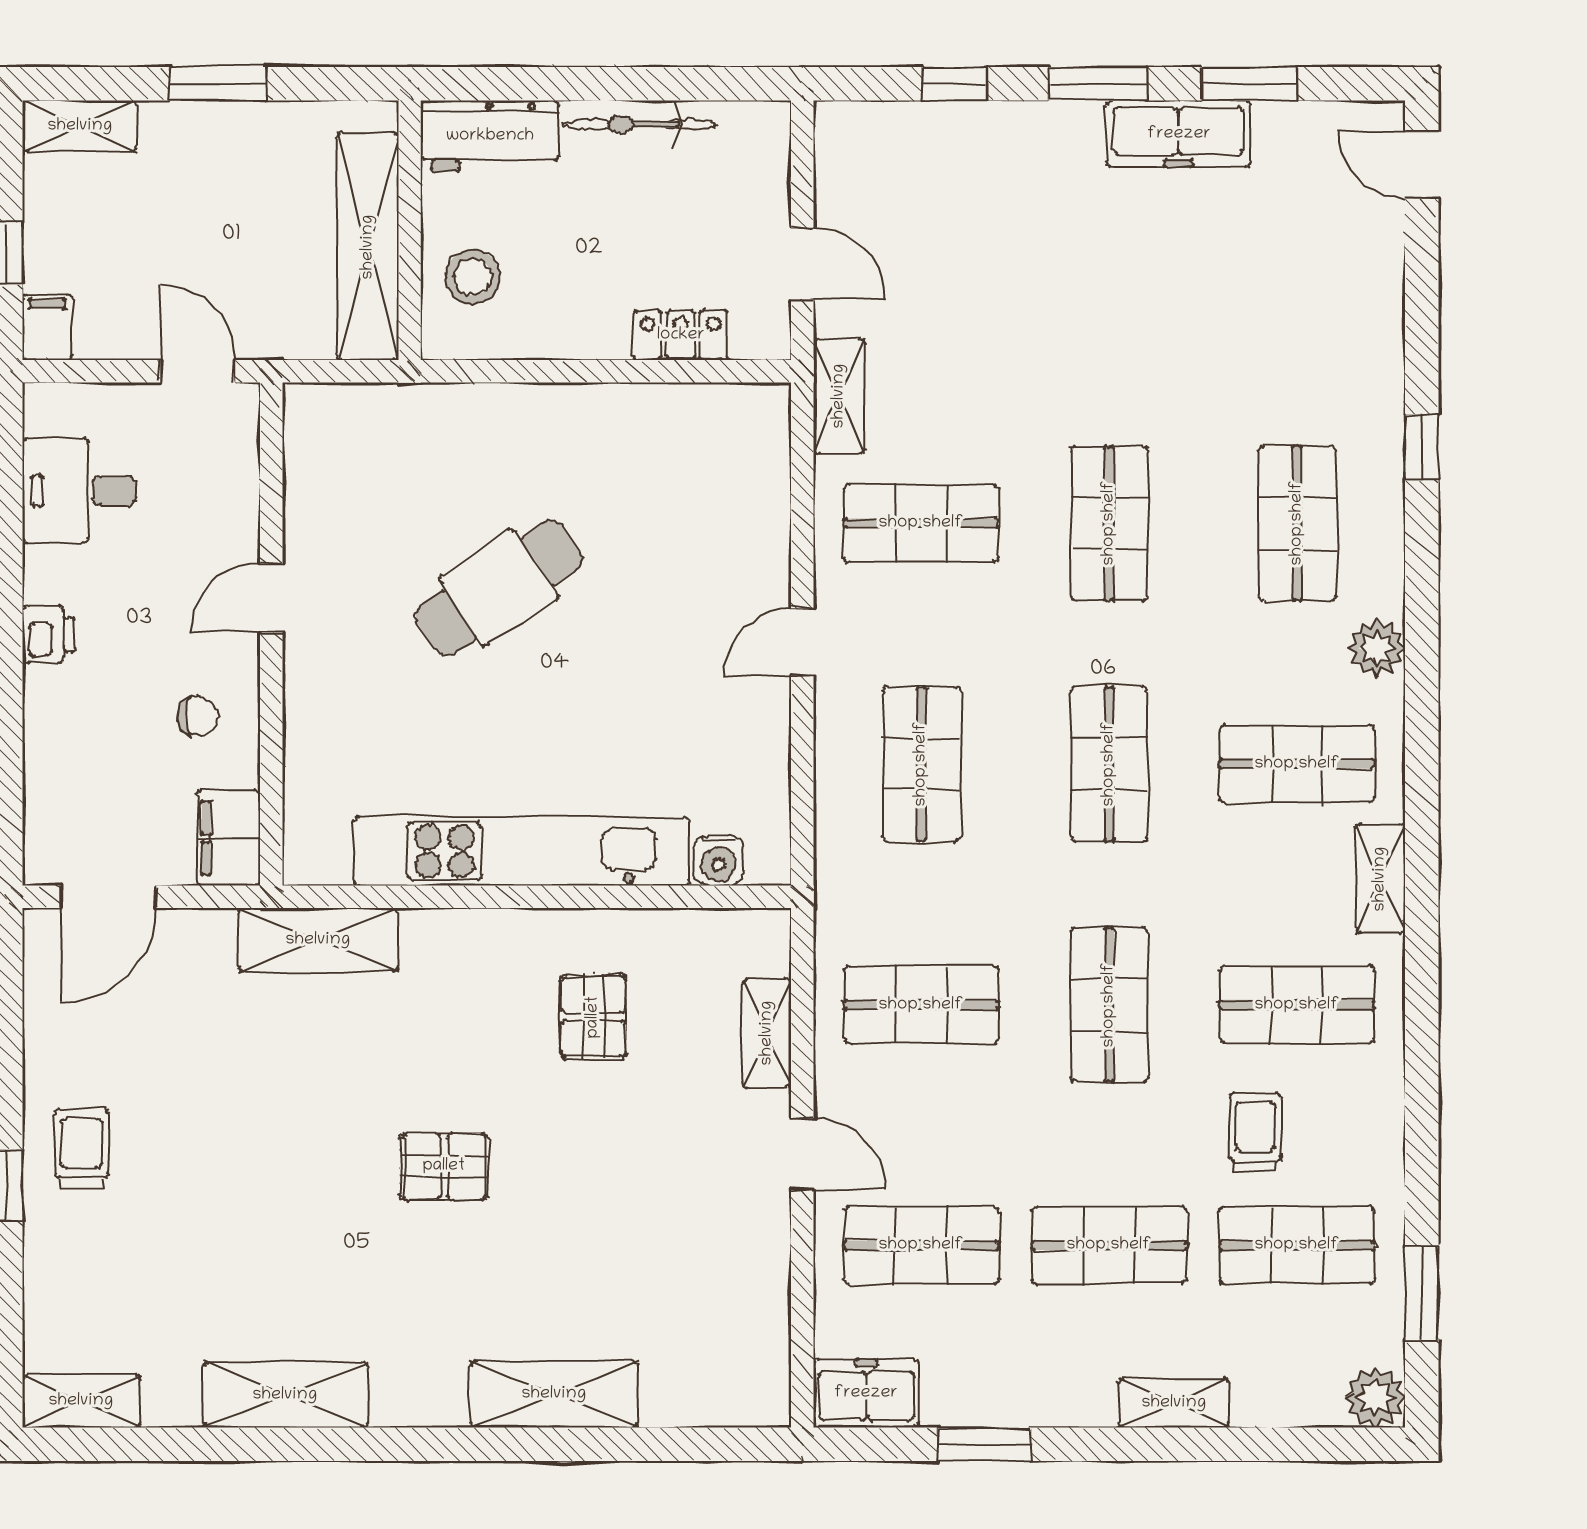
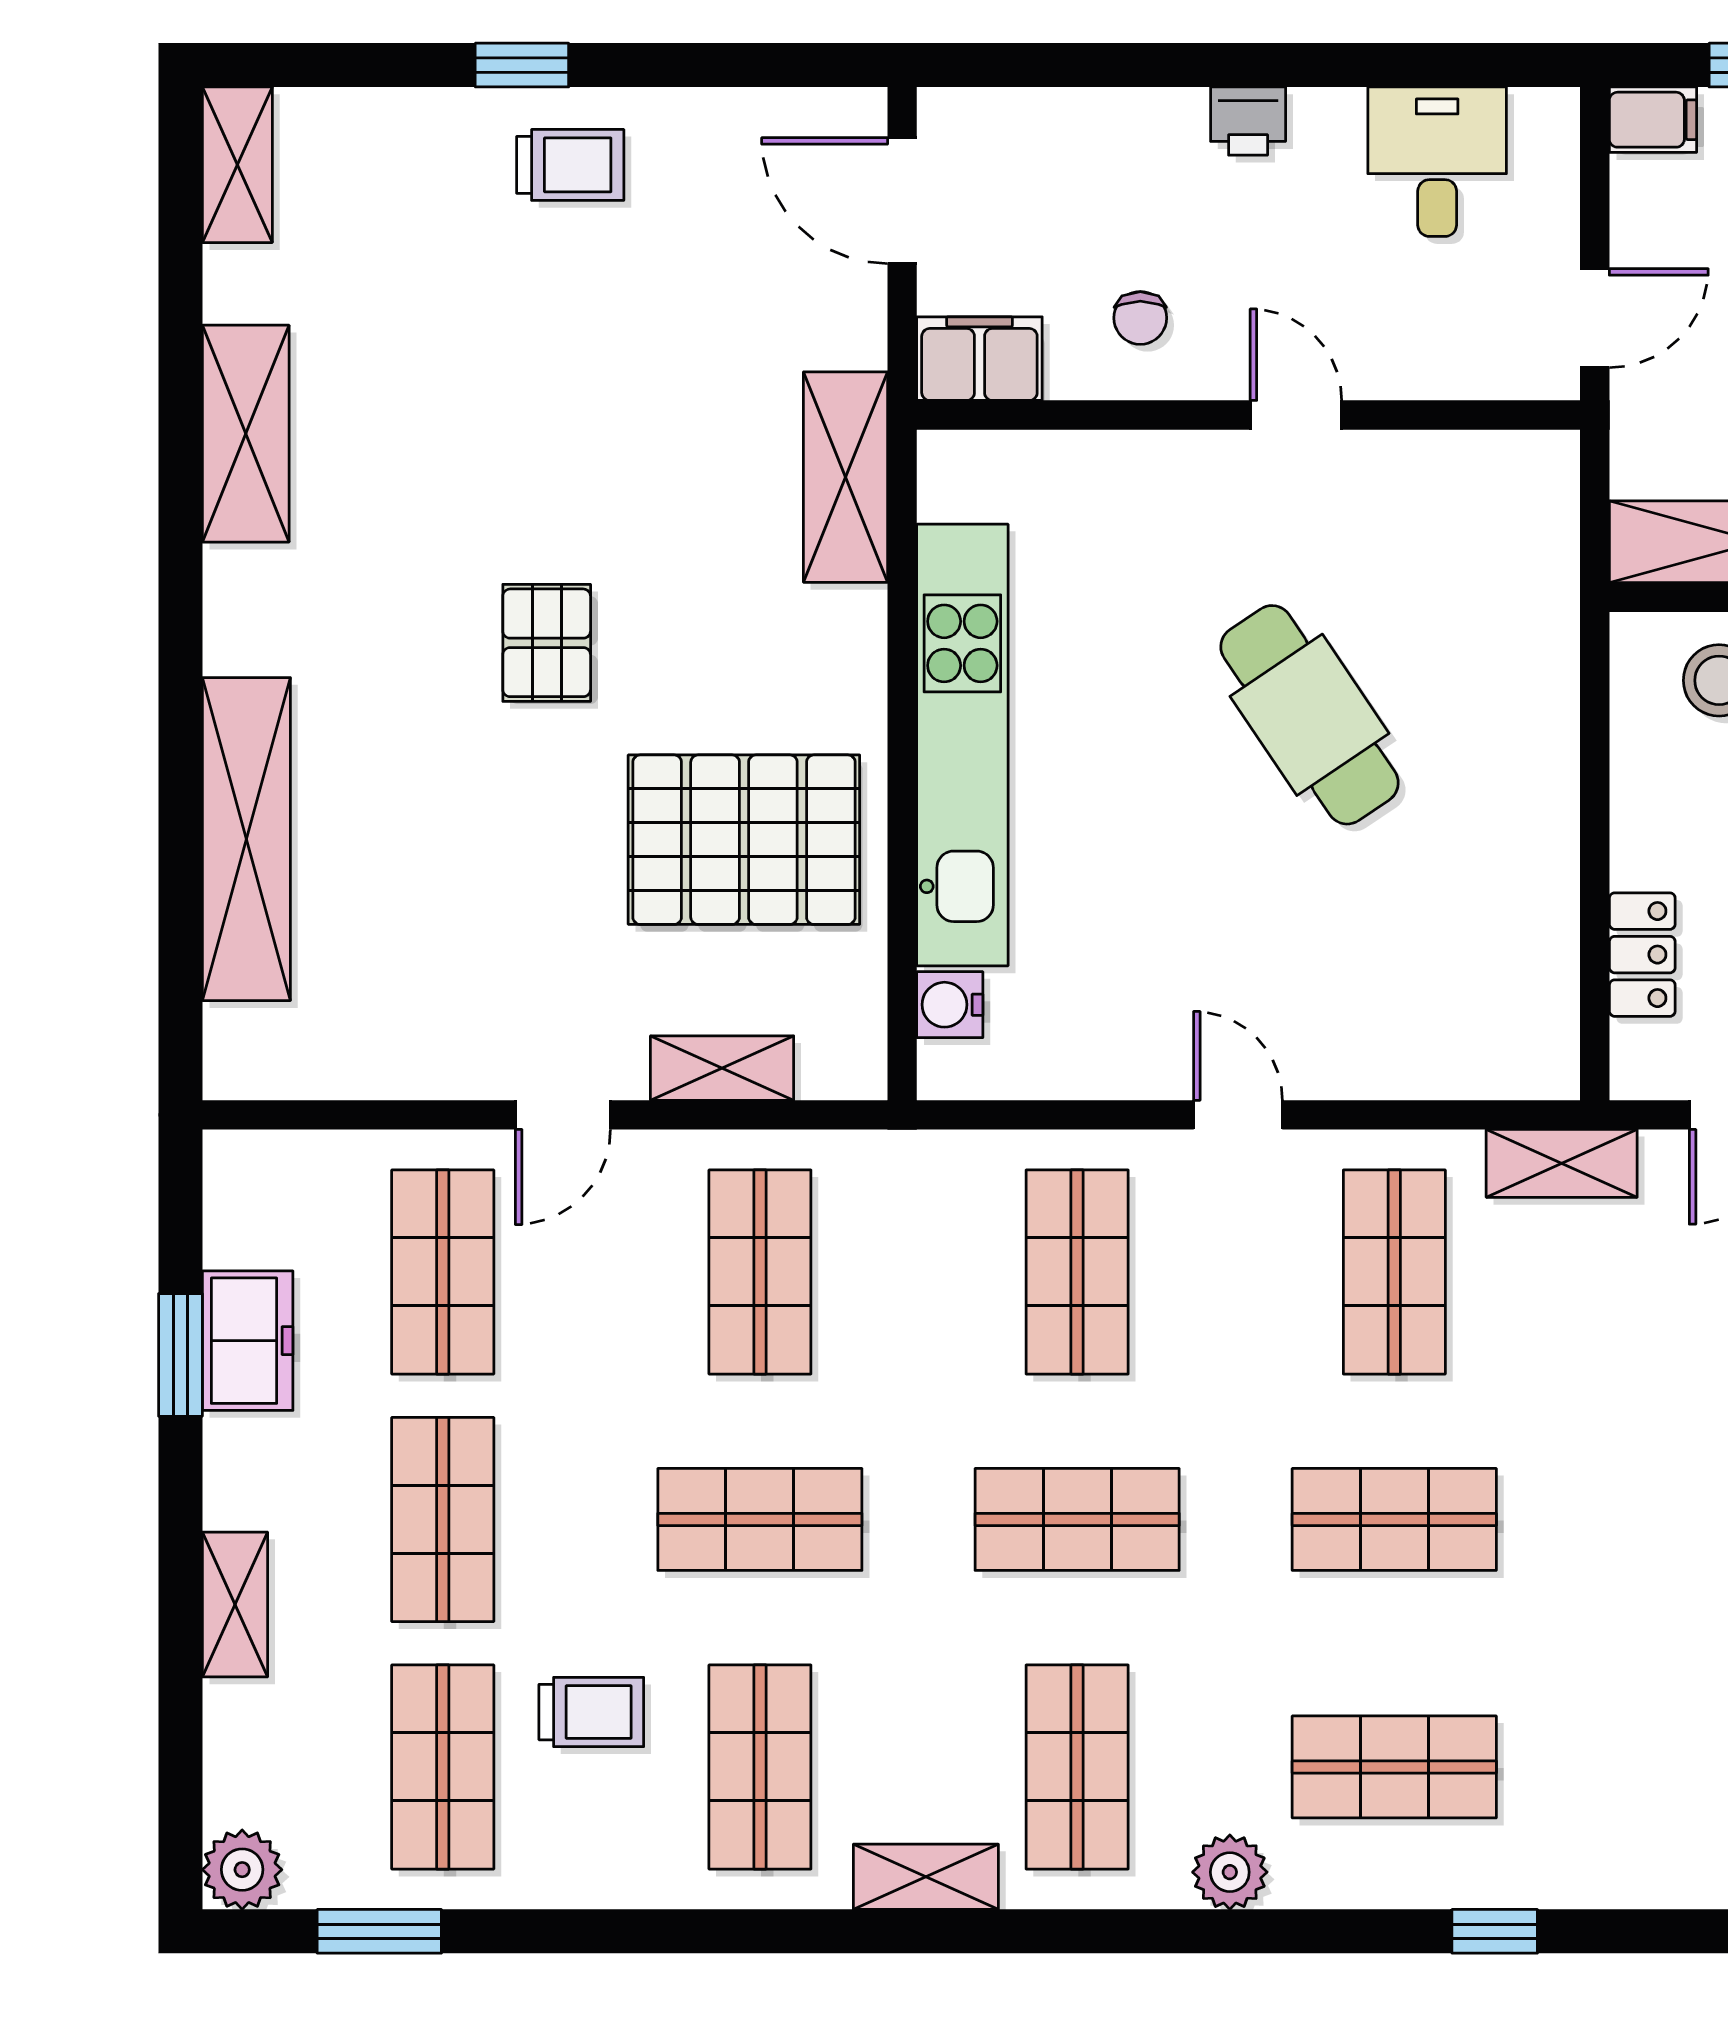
shop shelf: (921, 764) -> (1077, 1272), turned 90
pallet: (593, 1017) -> (744, 840), width x2.05, depth x2.00
freezer: (866, 1393) -> (248, 1341), moved
shelving: (554, 1394) -> (246, 839), width x1.47

